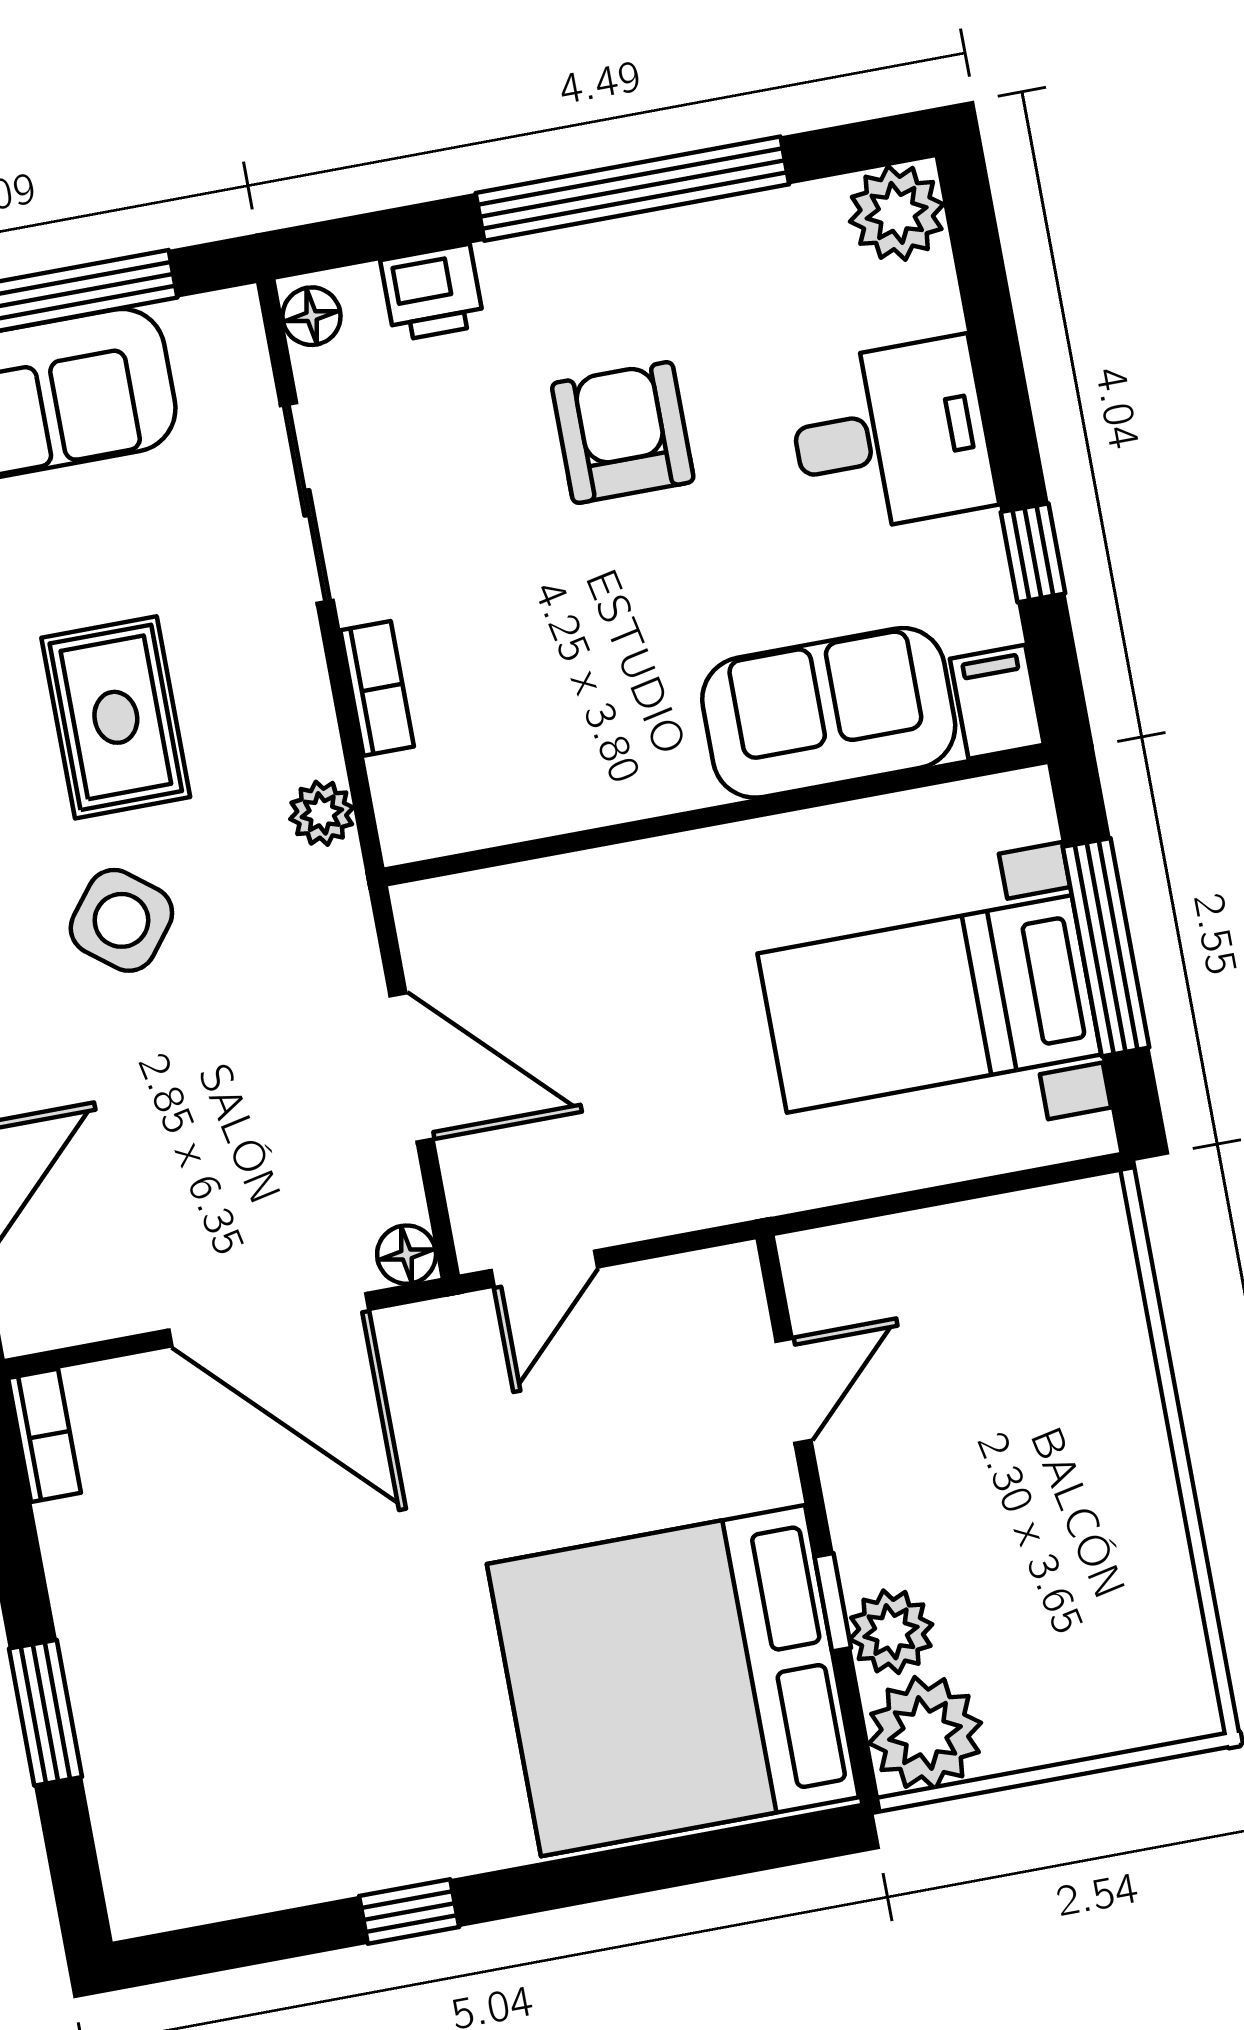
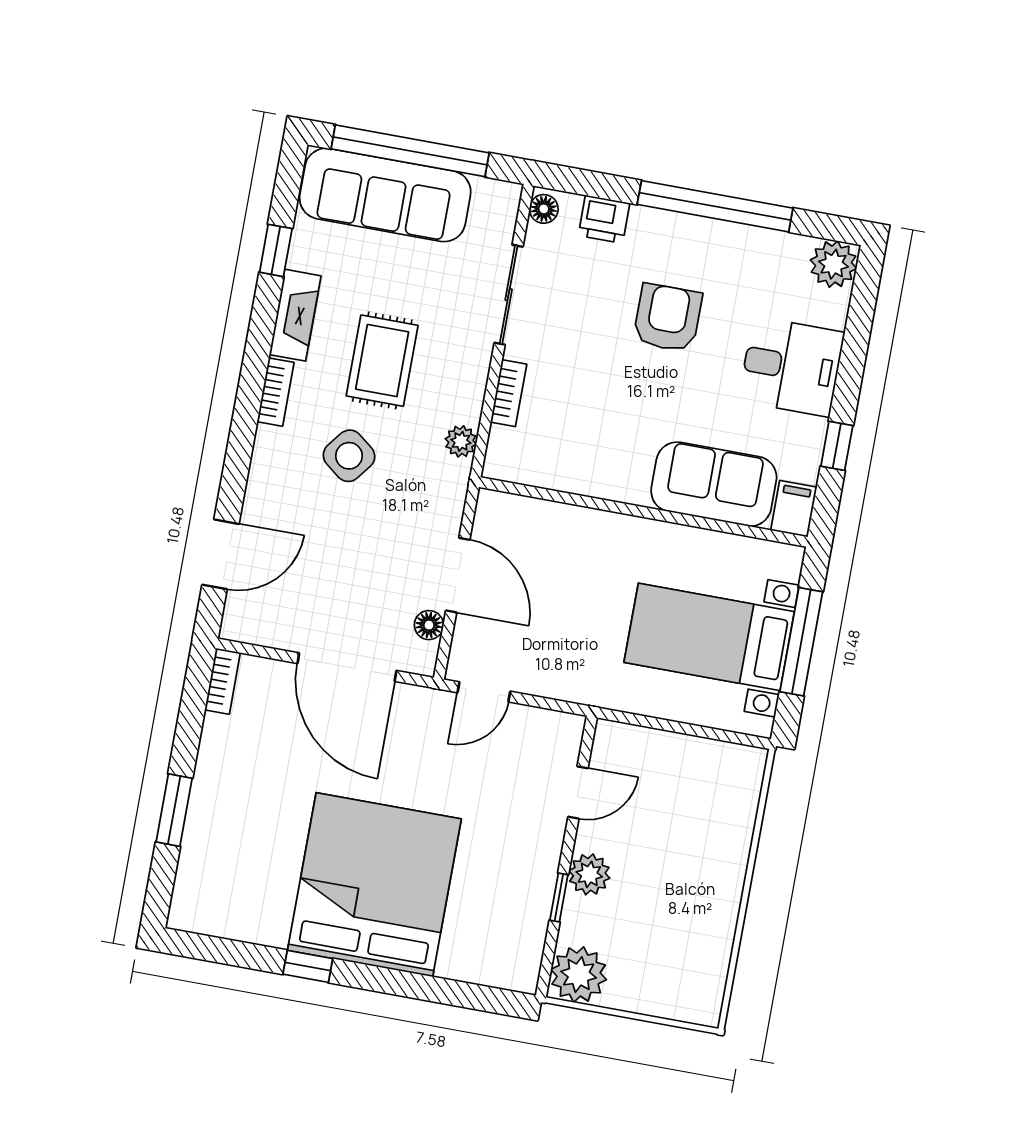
floor lamp: (407, 1255) -> (429, 625), moved
plant: (891, 1632) -> (589, 874), moved
bed: (673, 1681) -> (374, 885), moved, turned 90

